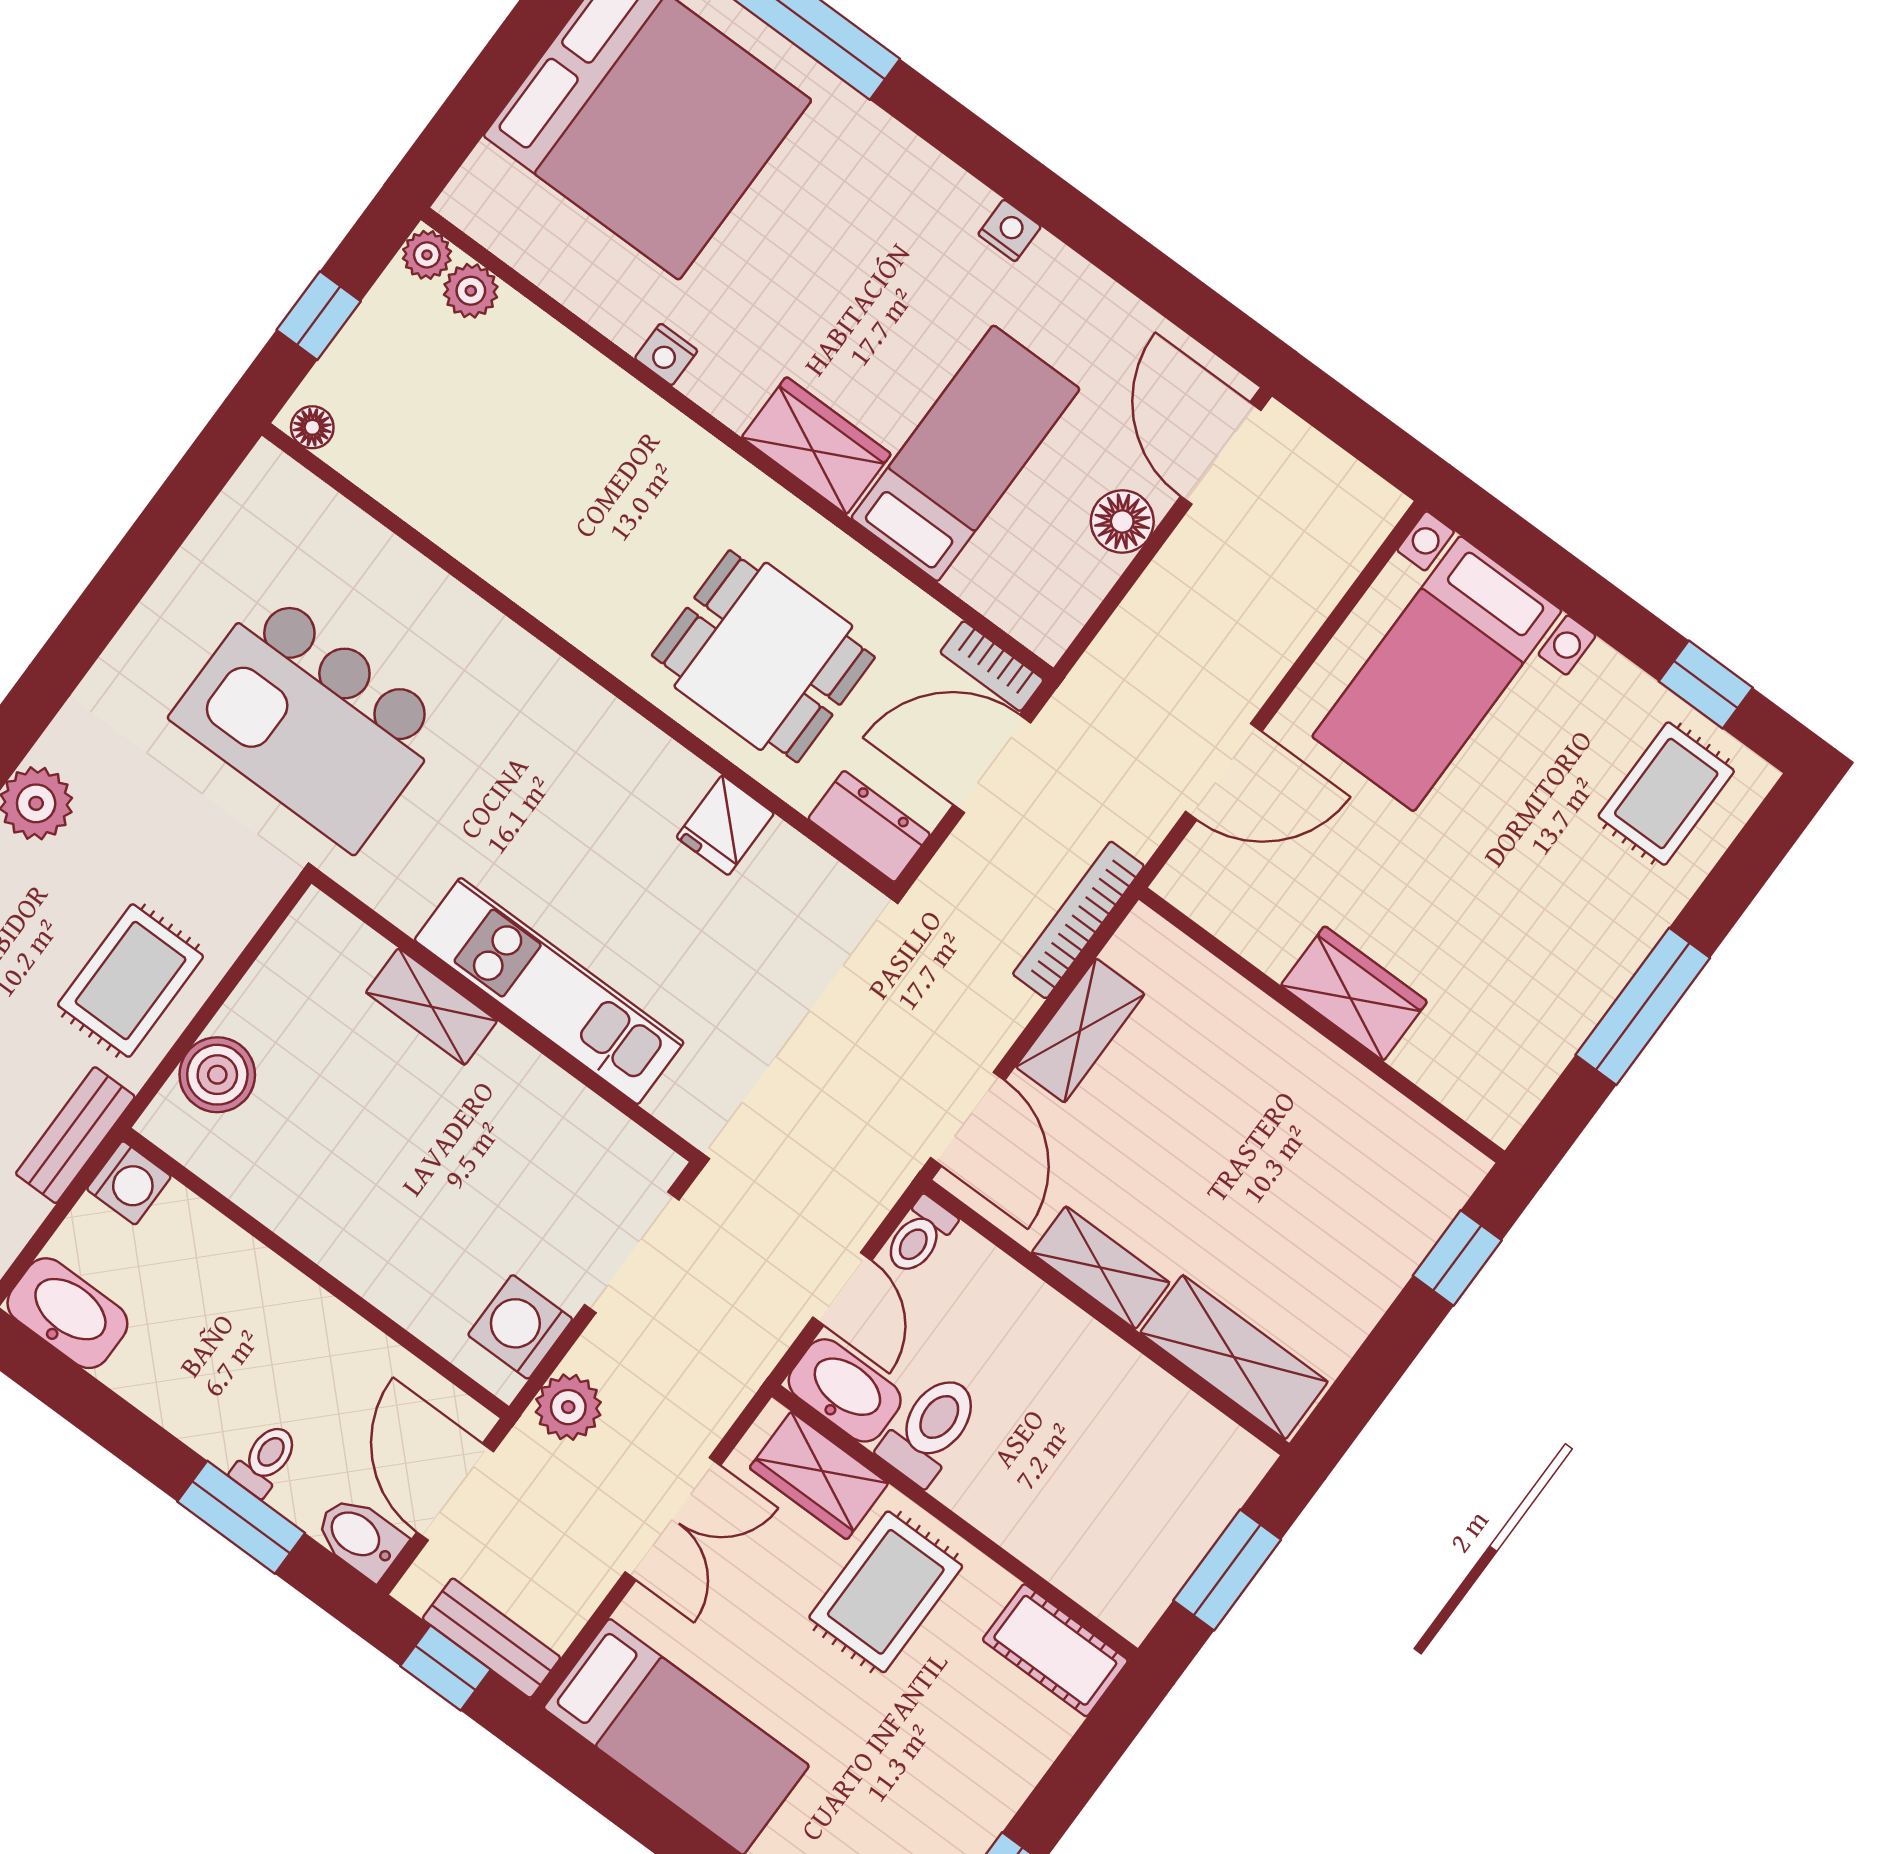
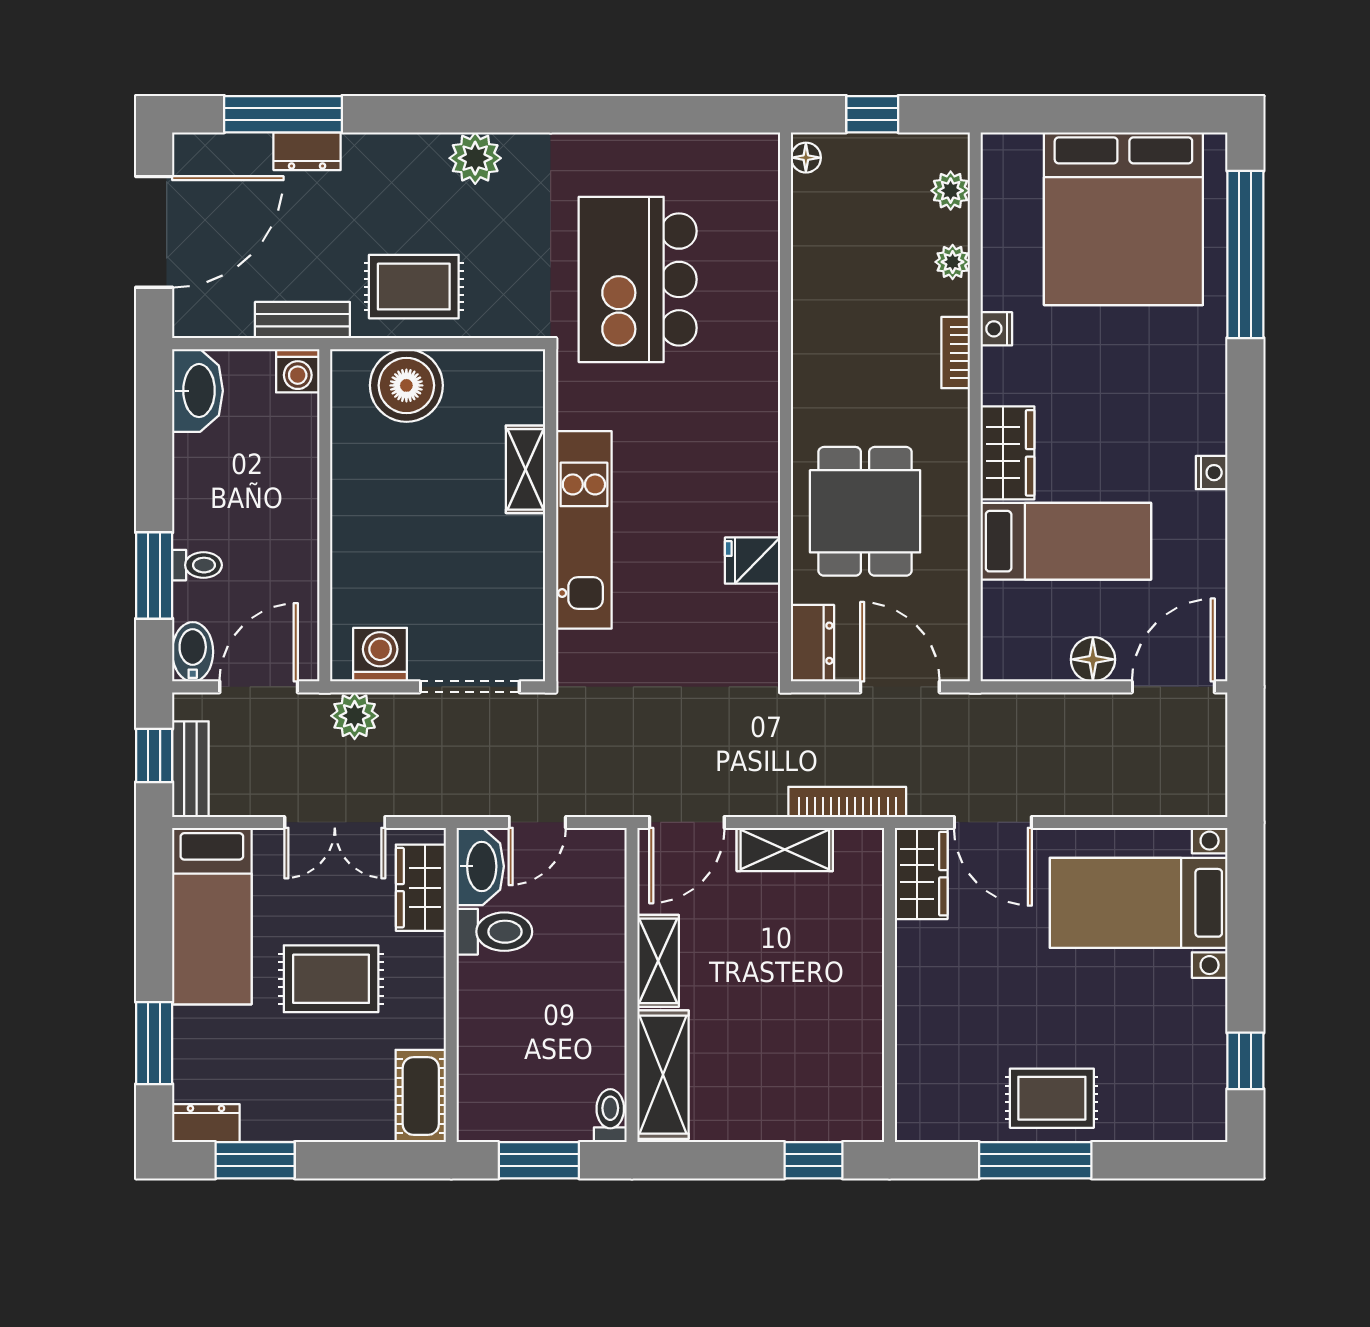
plant: (427, 255) -> (953, 262), moved
bookcase: (992, 666) -> (956, 353), moved
rug: (1666, 794) -> (1052, 1098), moved
wardrobe: (1354, 993) -> (921, 874), moved
boiler: (217, 1075) -> (406, 385), width x1.37, depth x1.37
toilet: (919, 1236) -> (610, 1116), moved, turned 90
rug: (886, 1592) -> (331, 979), moved

